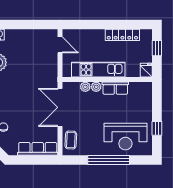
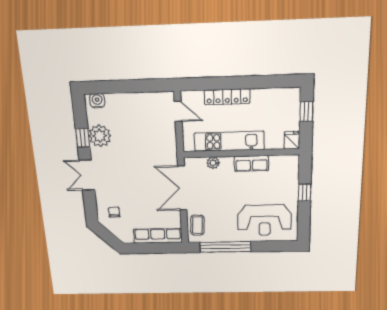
locker: (122, 35) -> (227, 97), moved
plant: (96, 87) -> (227, 162), removed
window: (157, 128) -> (304, 193), moved
window: (109, 160) -> (225, 247), moved

